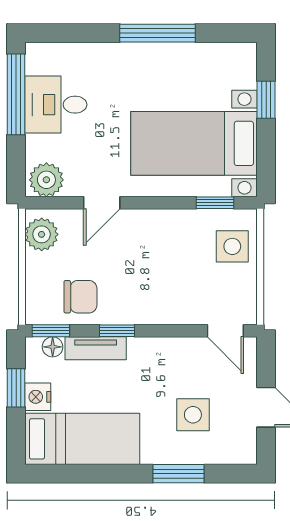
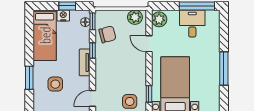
chair: (80, 297) -> (107, 34), turned -105
tv unit: (96, 348) -> (85, 62), moved

